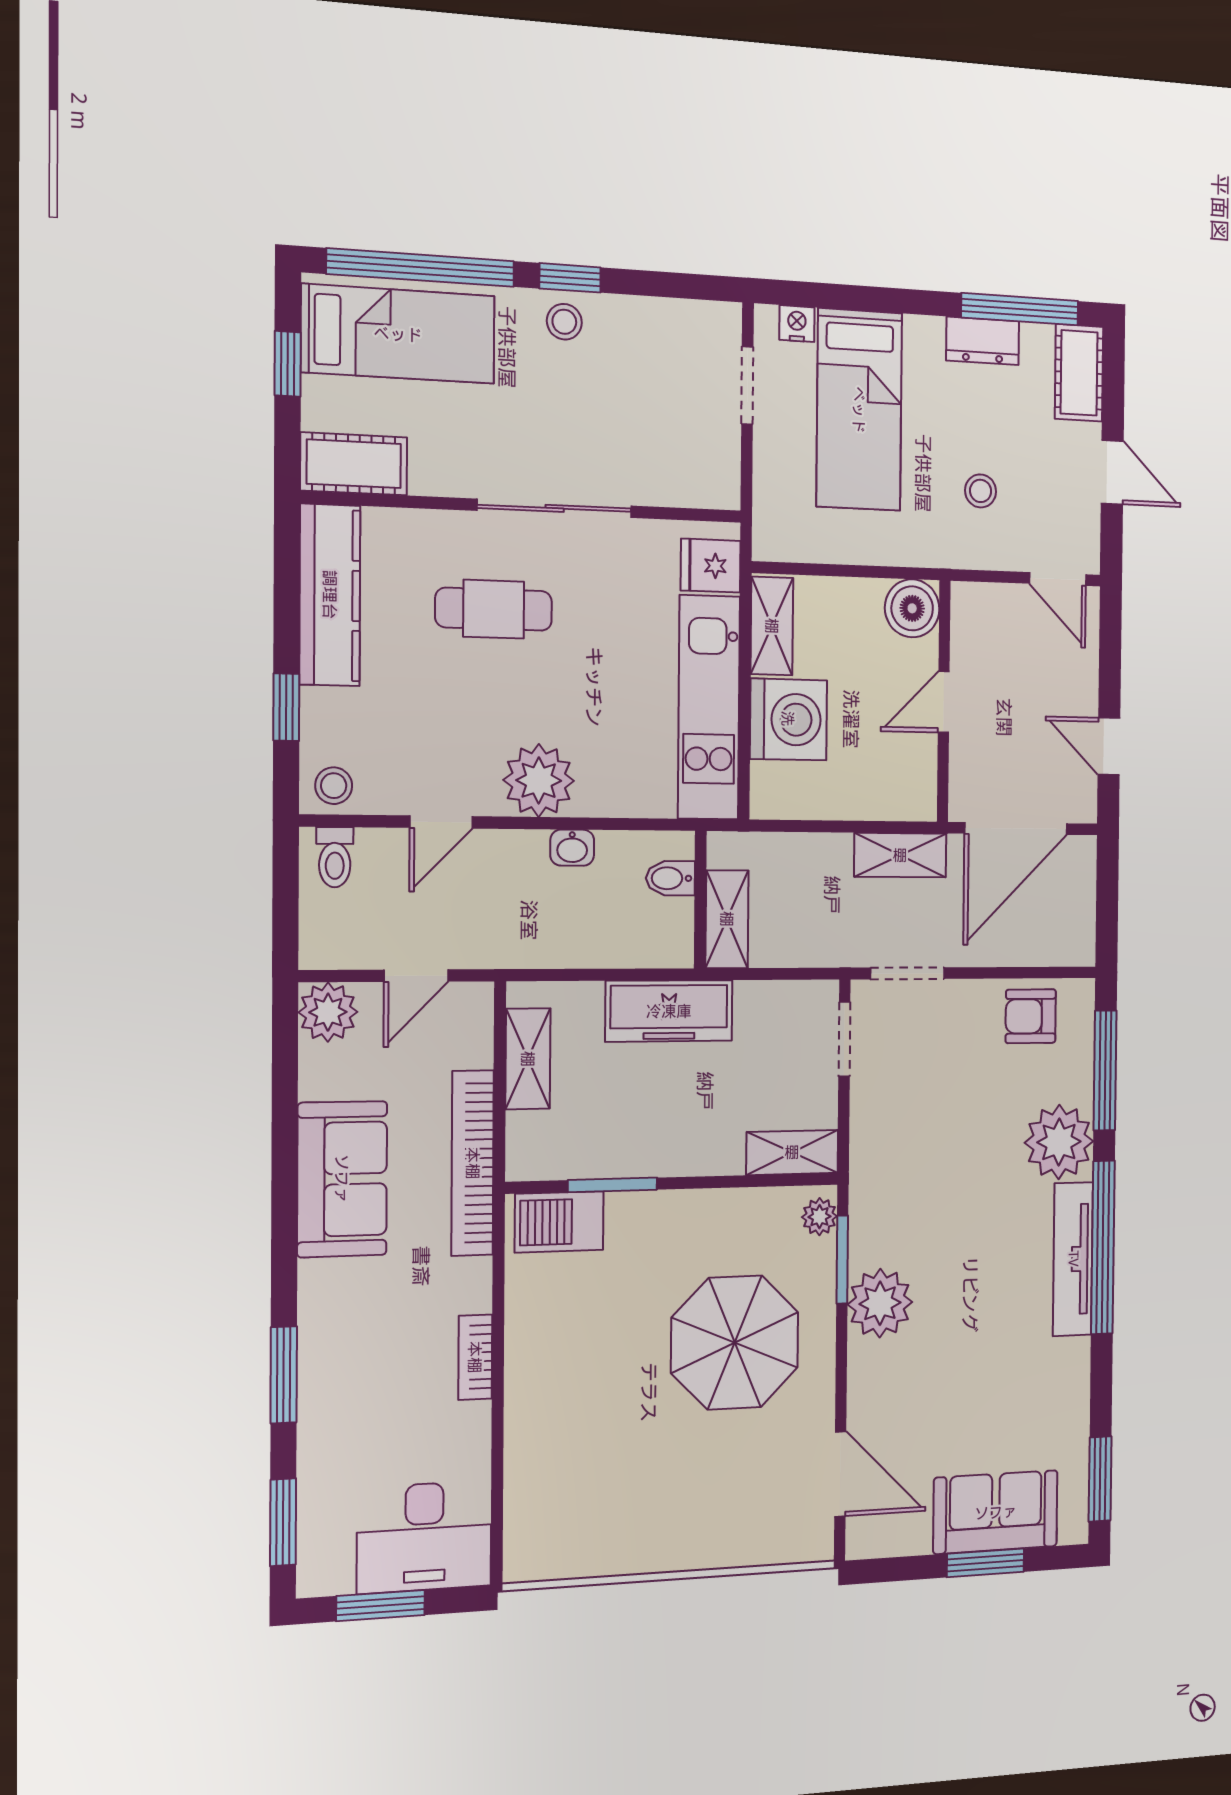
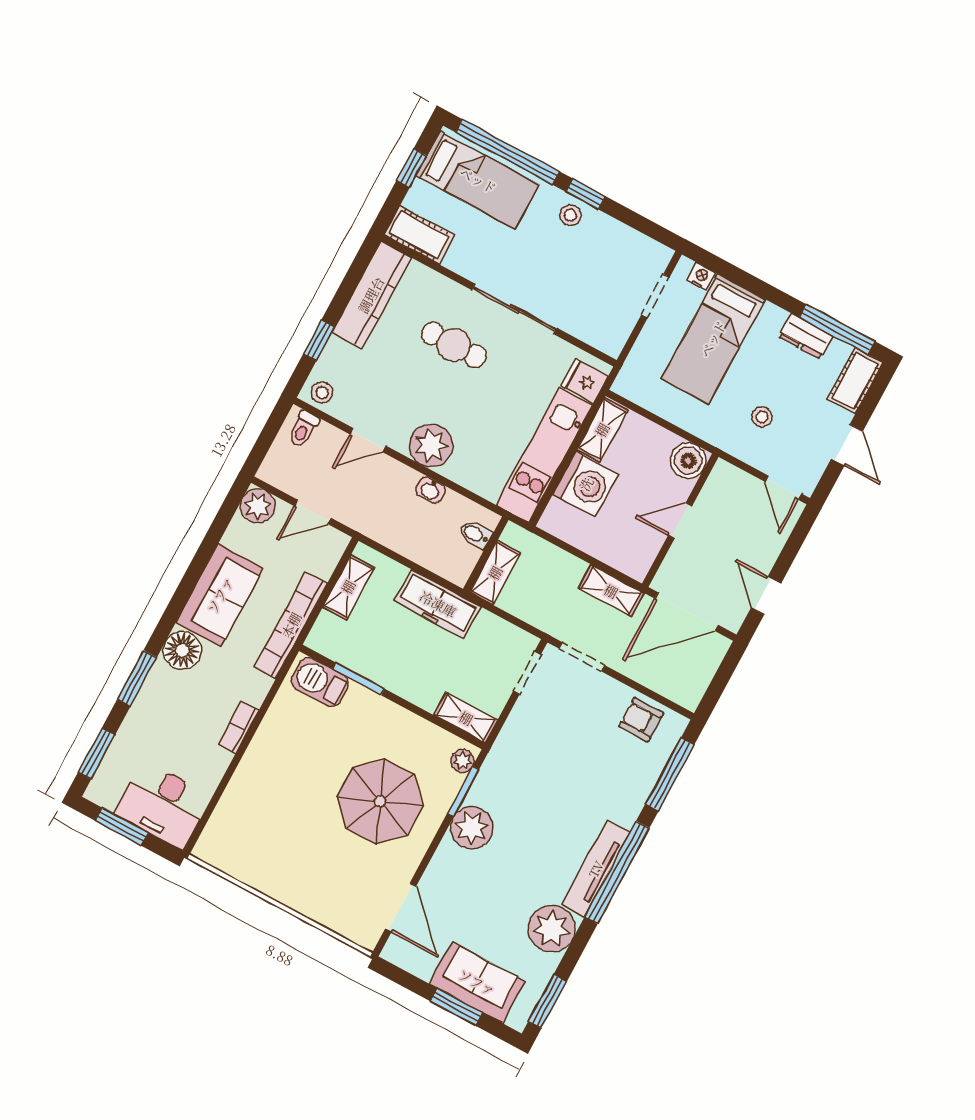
plant: (1059, 1142) -> (552, 929), moved
floor lamp: (330, 1294) -> (182, 650), added

